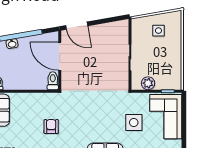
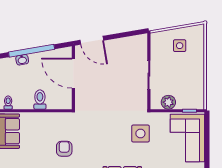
toilet: (53, 81) -> (40, 100), moved
side table: (134, 123) -> (140, 134), moved

